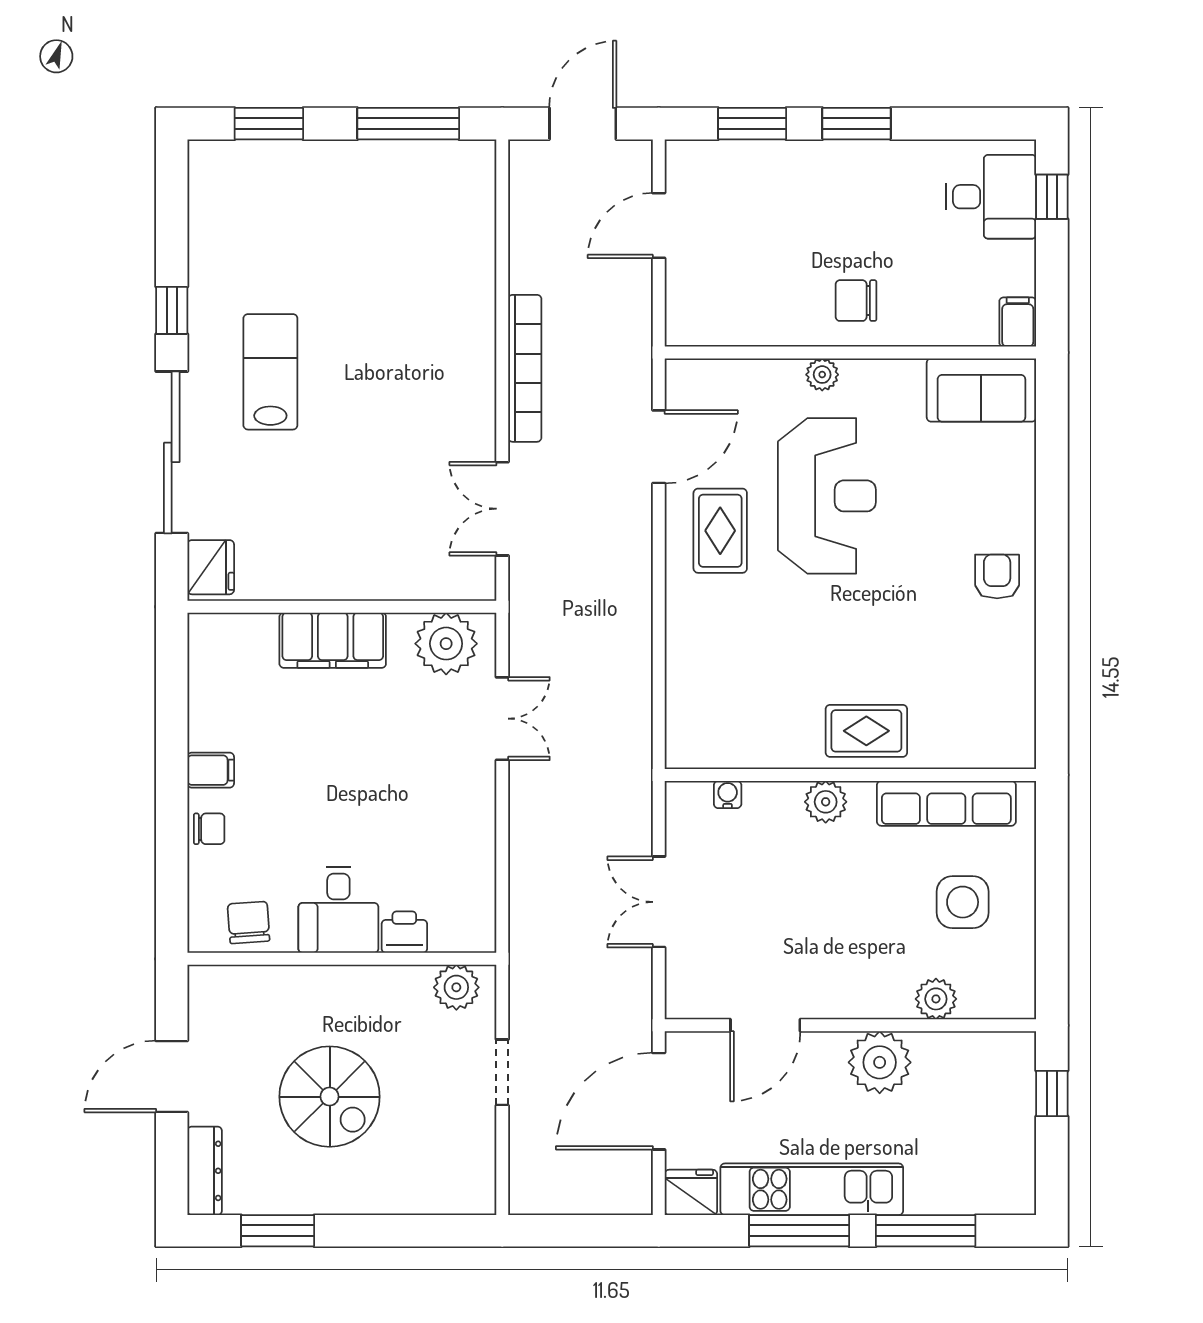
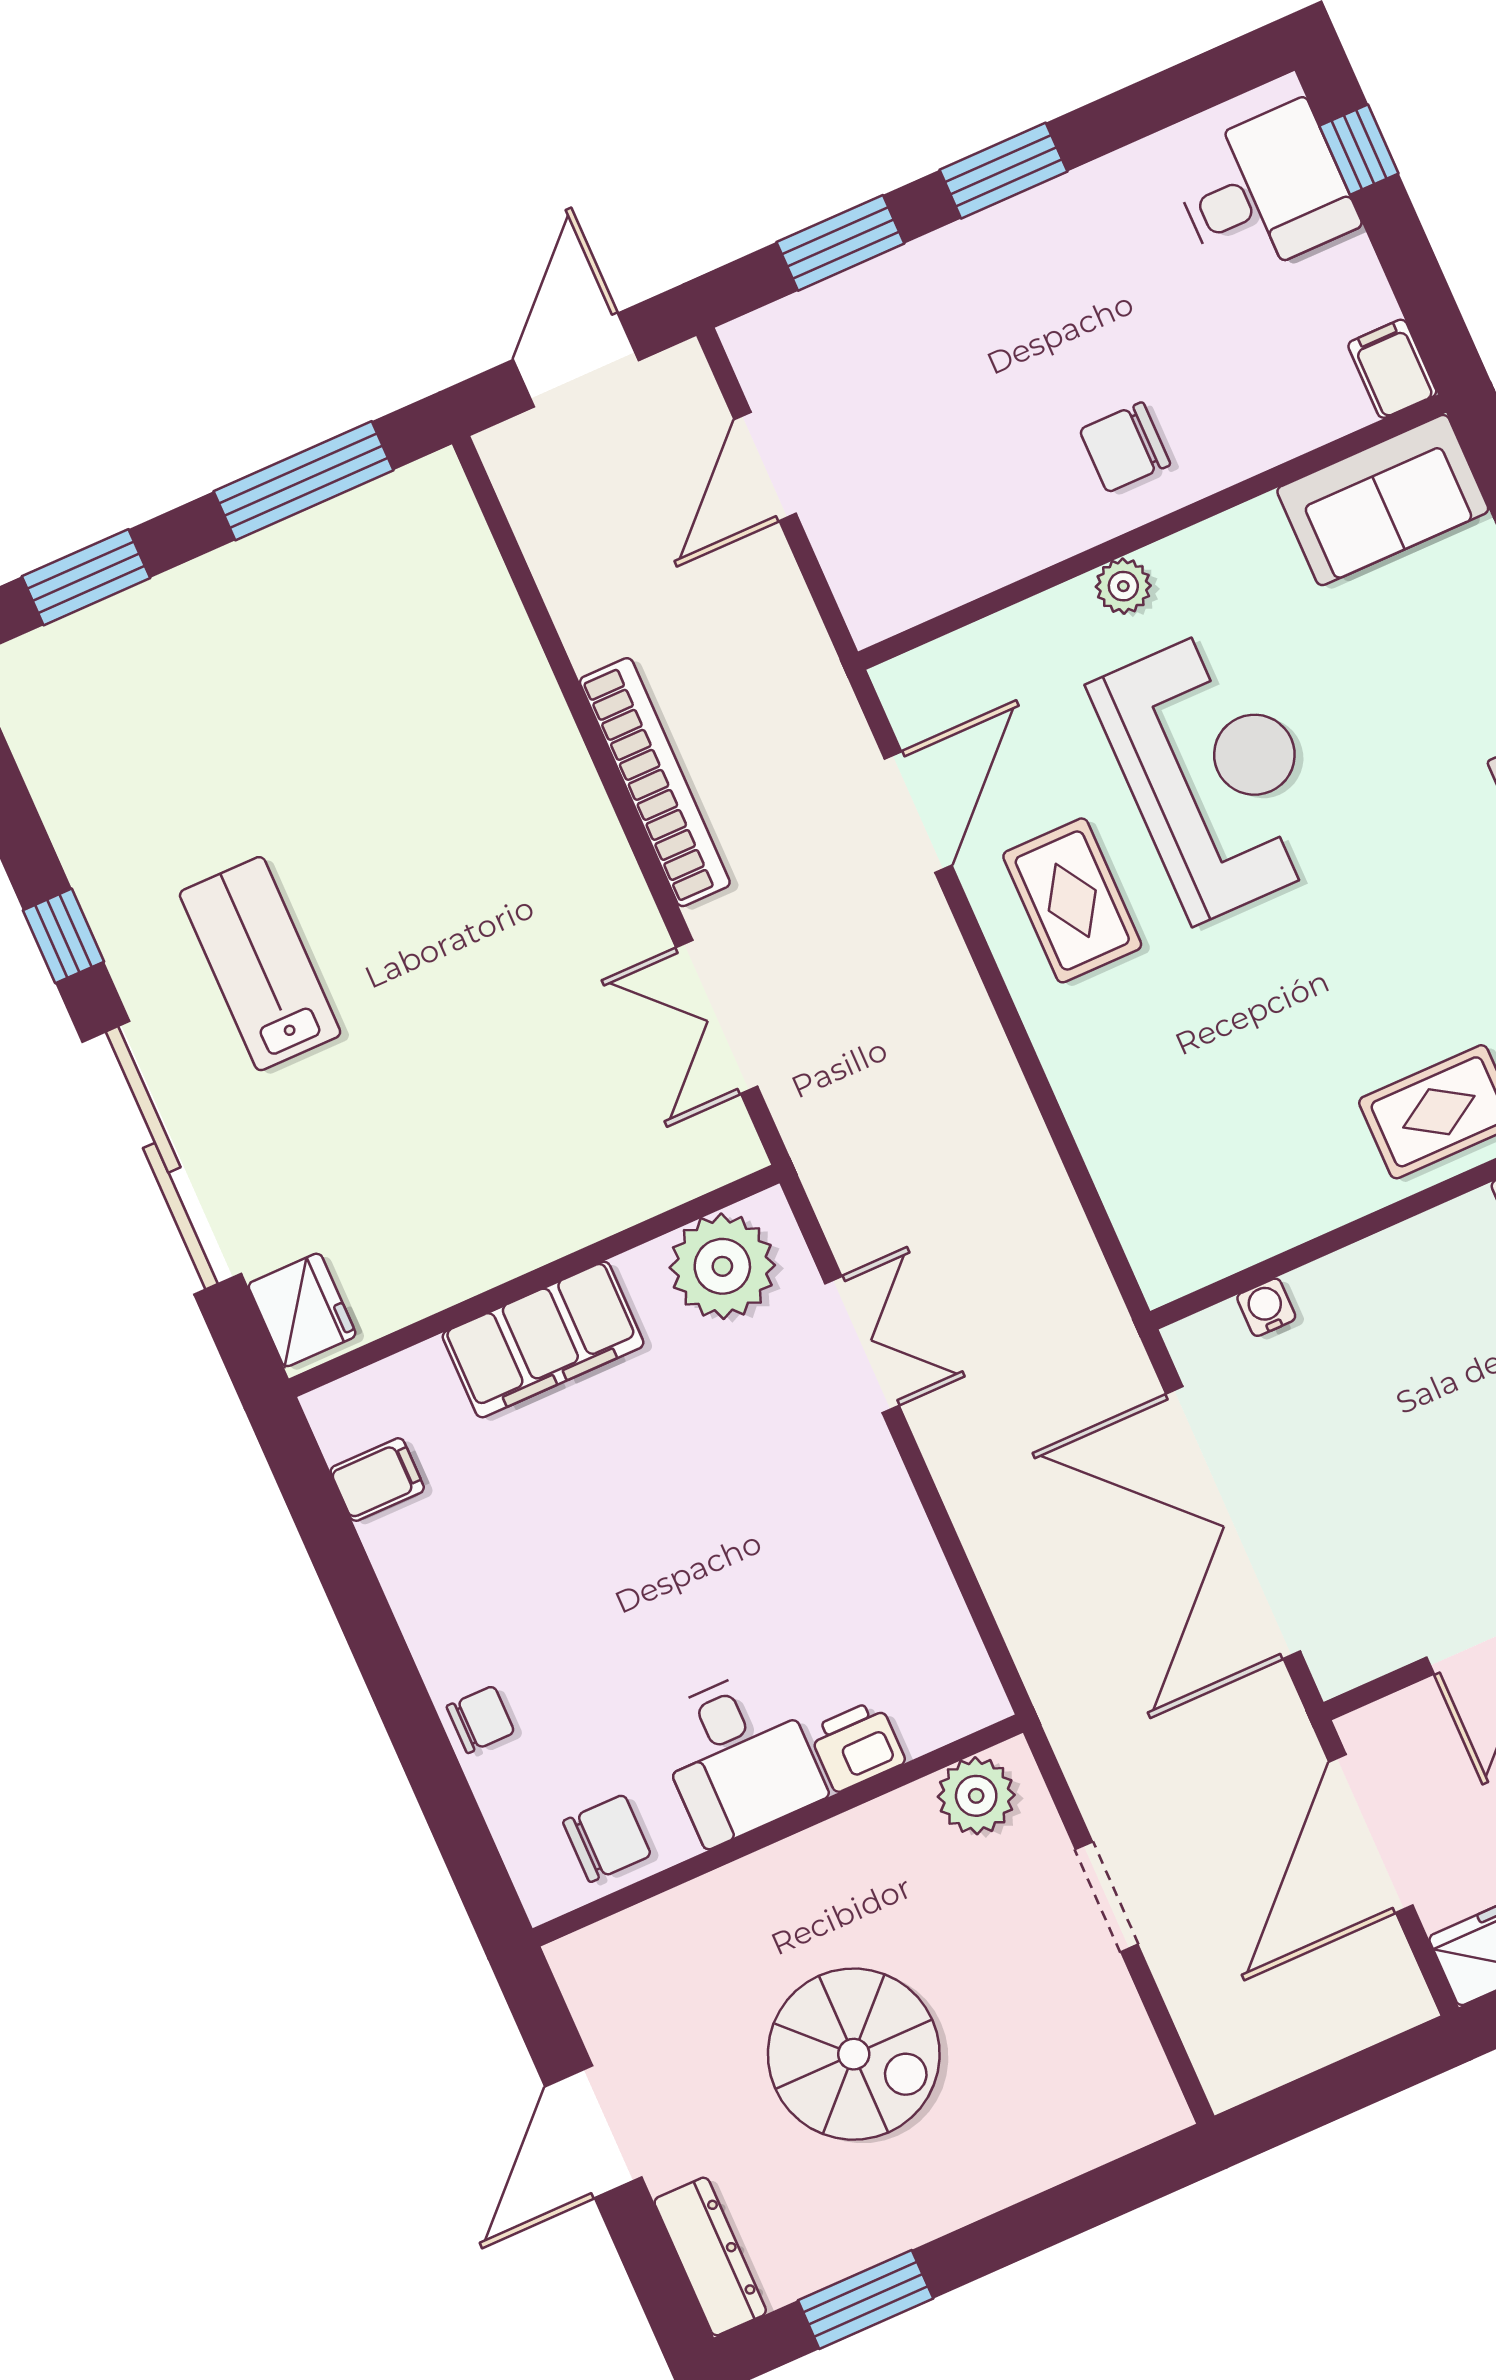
filing cabinet: (211, 770) -> (377, 1480), moved
plant: (826, 802) -> (1424, 1251), removed
double door: (659, 902) -> (1233, 1523), width x1.87
chair: (249, 922) -> (607, 1838), turned 94

